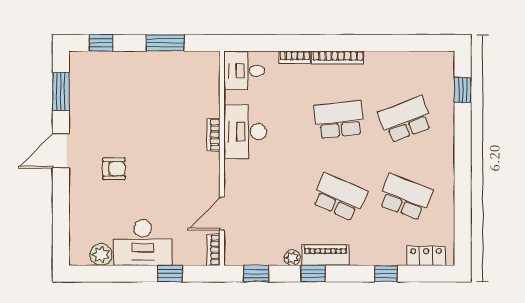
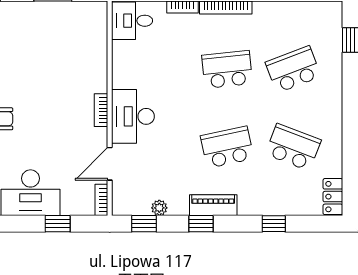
desk: (245, 132) -> (133, 116), moved
bookcase: (213, 135) -> (101, 110), moved
school desk: (339, 197) -> (227, 147), turned -36
locker: (426, 256) -> (333, 197), moved, turned -90
plant: (292, 258) -> (159, 208), moved

